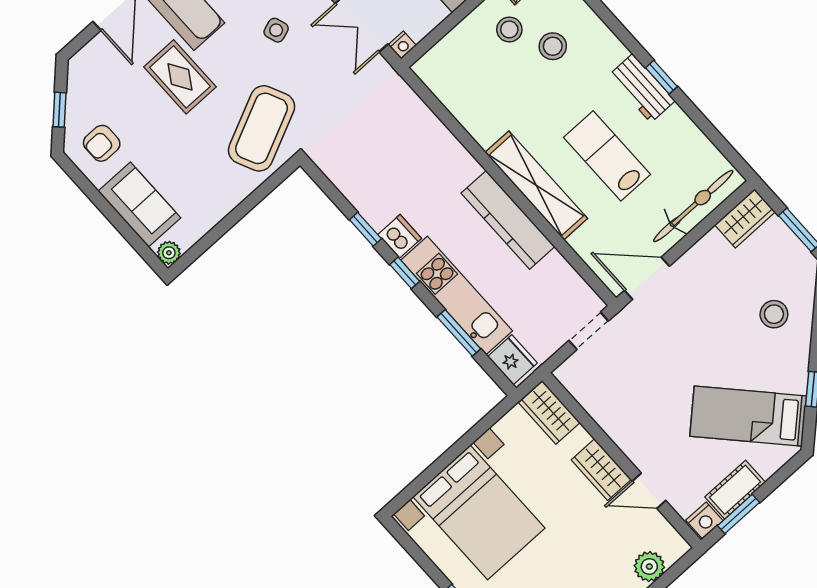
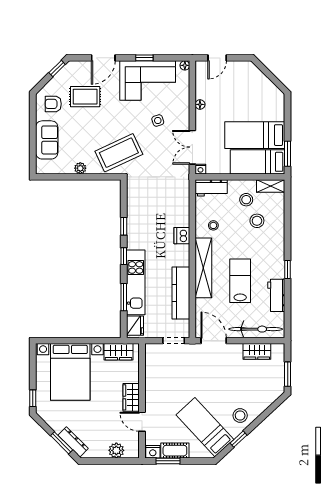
workbench: (443, 58) -> (211, 188), added
rug: (180, 77) -> (85, 97), moved, turned 90
workbench: (642, 88) -> (276, 295), moved
window: (59, 110) -> (57, 69), moved
stool: (495, 110) -> (213, 225), added
wardrobe: (745, 218) -> (257, 351), moved
kitchen counter: (508, 220) -> (181, 293), moved
dishwasher: (400, 236) -> (182, 236), moved, turned 180
plant: (169, 253) -> (80, 168), moved
stool: (774, 314) -> (240, 415), moved
wardrobe: (549, 413) -> (118, 352), moved, turned -90

